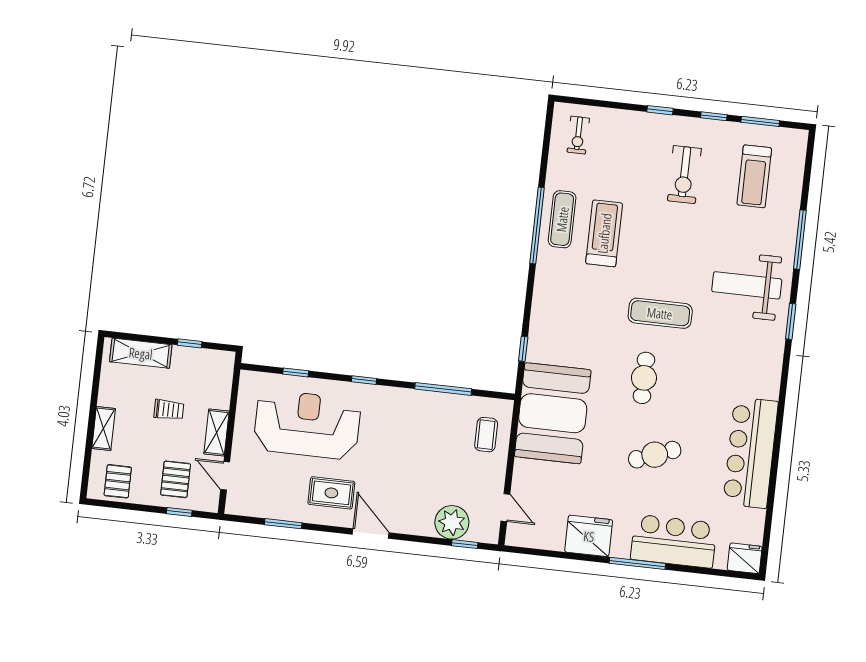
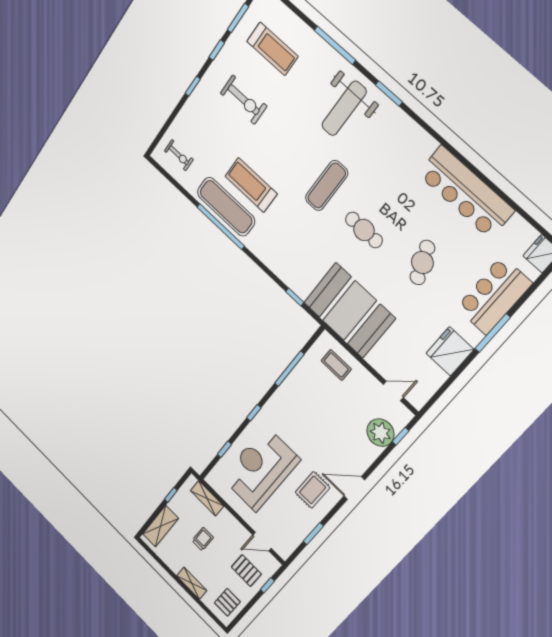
exercise mat: (562, 219) -> (226, 207), width x1.36, depth x1.45
shelving: (217, 432) -> (207, 498), moved
pallet: (118, 481) -> (227, 602), turned 90

